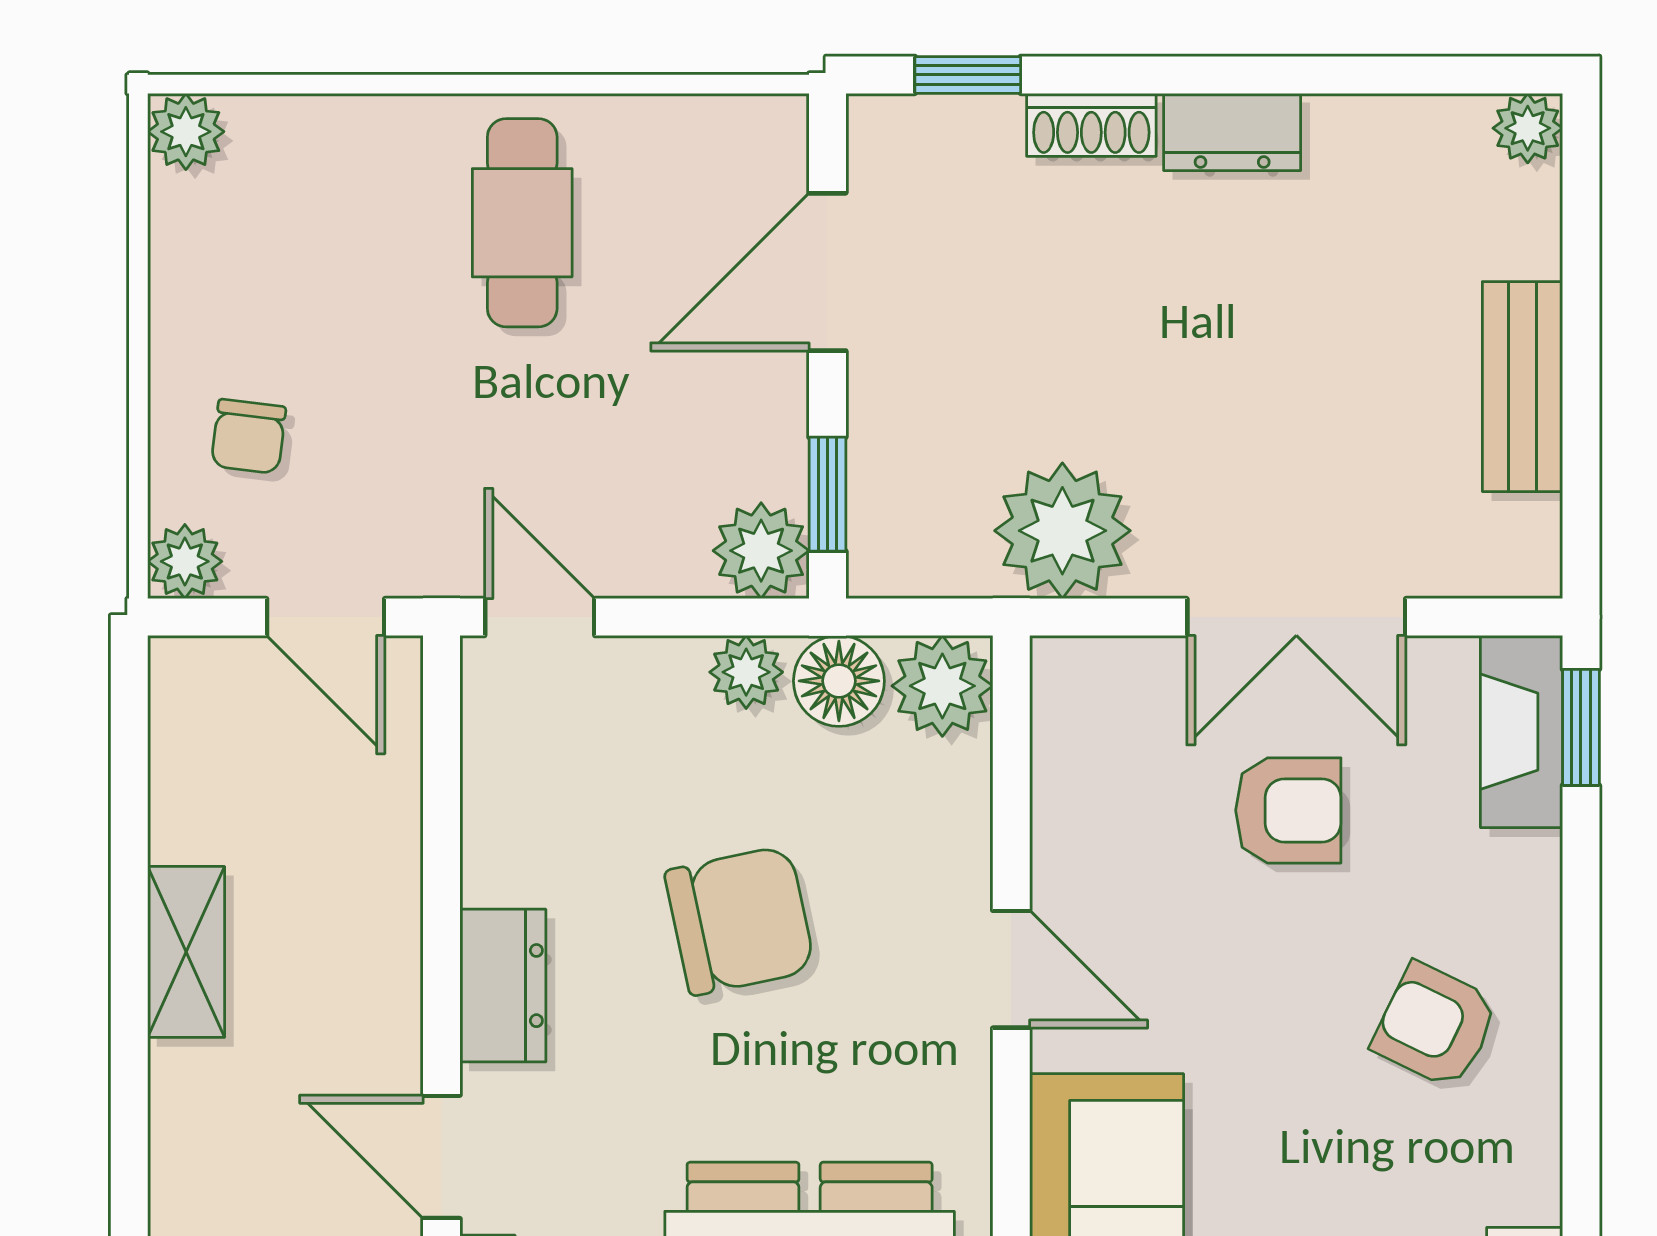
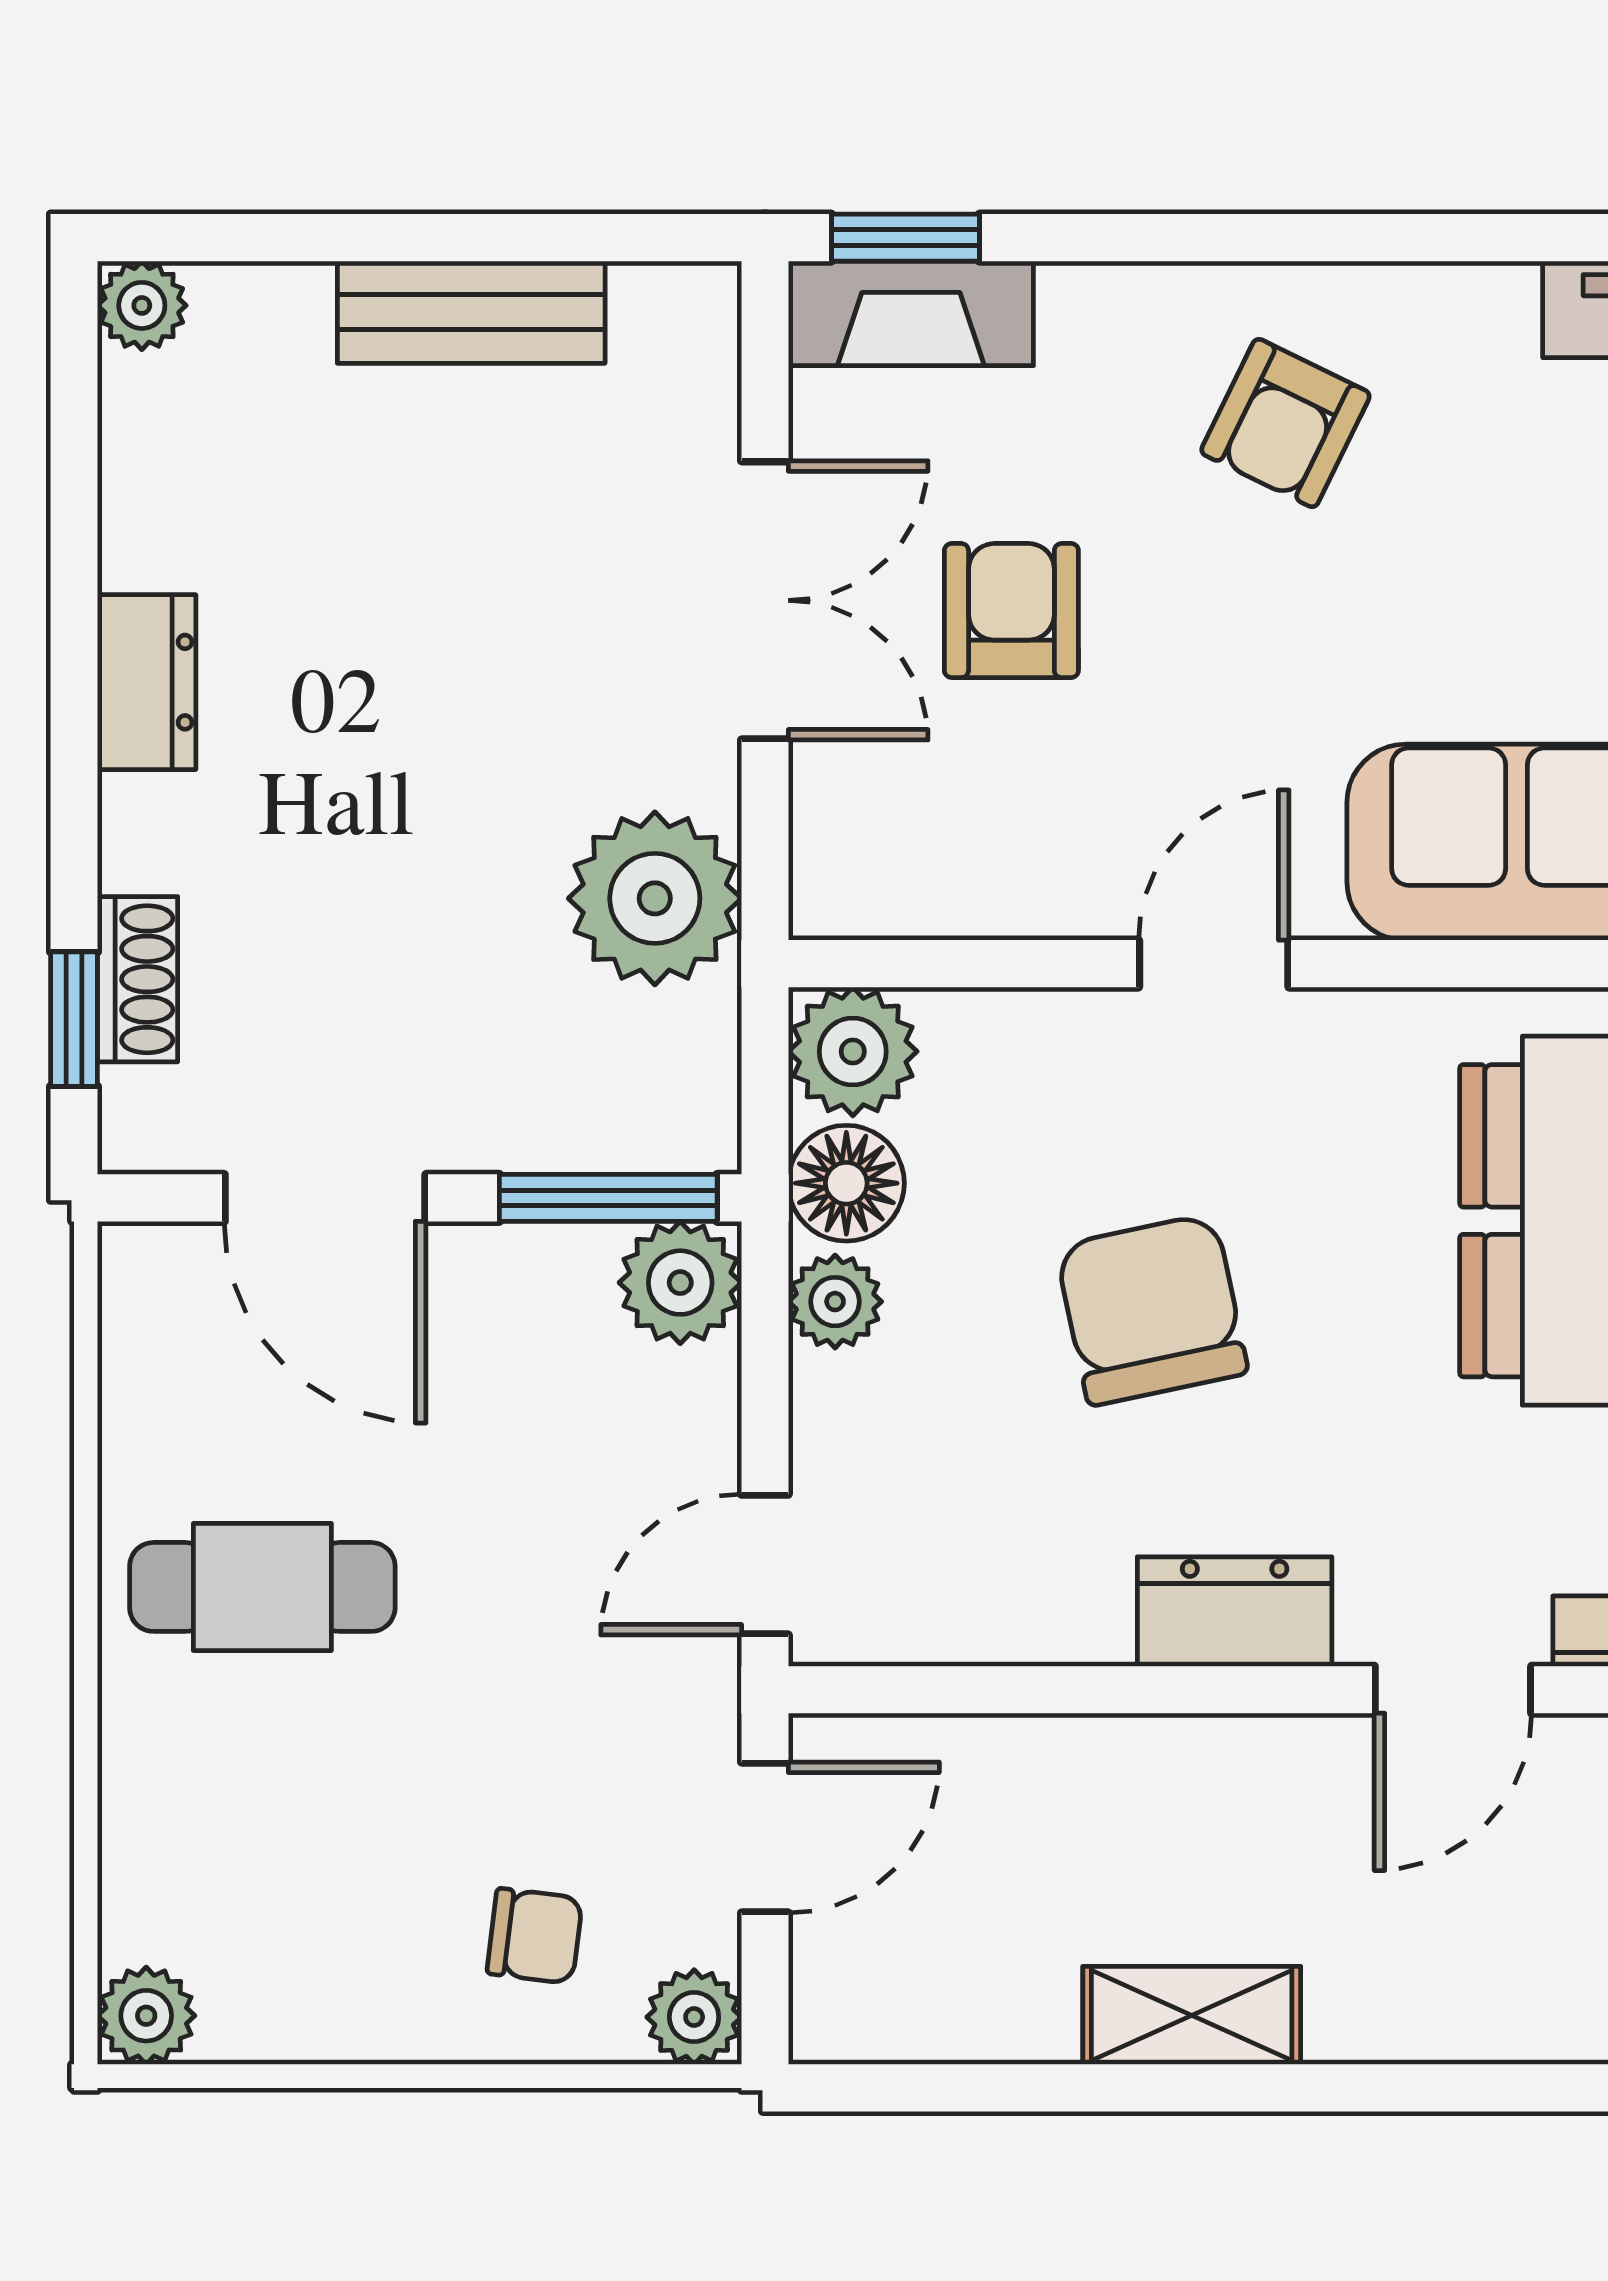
shoe rack: (1091, 125) -> (138, 979), moved
window: (827, 494) -> (608, 1198), width x1.50

